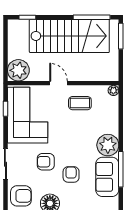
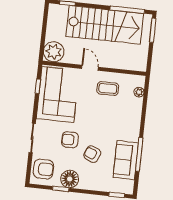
plant: (113, 90) -> (139, 92), moved
plant: (108, 145) -> (130, 130), removed
armchair: (71, 174) -> (92, 154), turned -67

